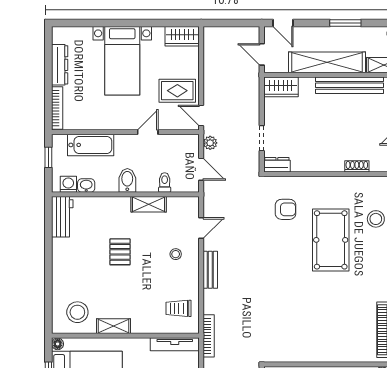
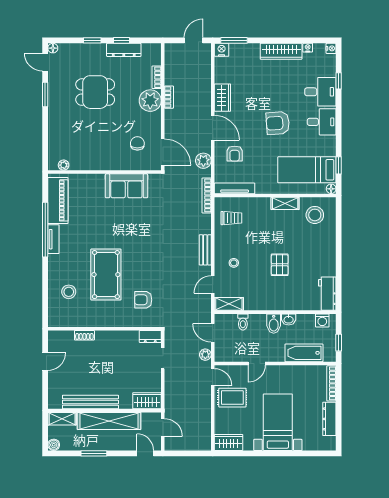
washbasin: (86, 186) -> (289, 319), moved
shelving: (149, 204) -> (229, 304), moved
sofa: (306, 348) -> (126, 186), added

